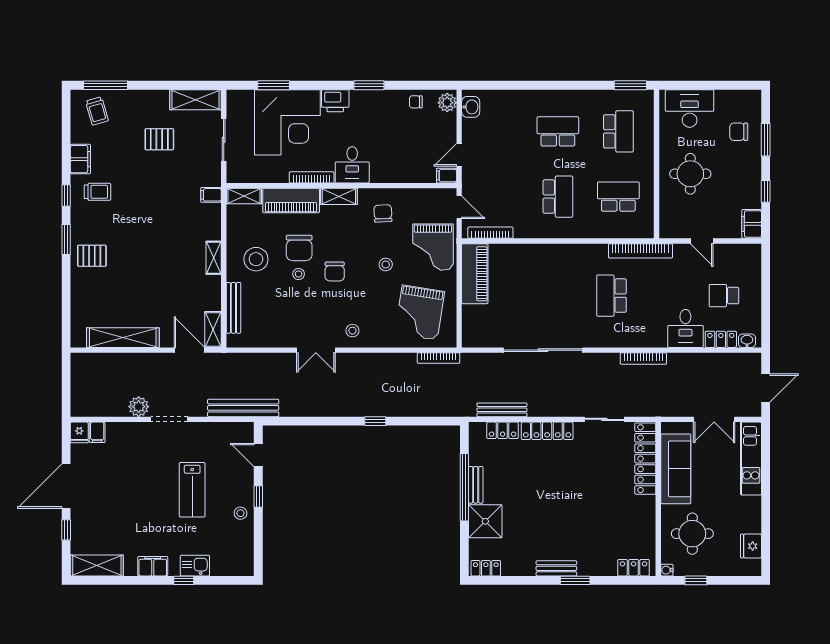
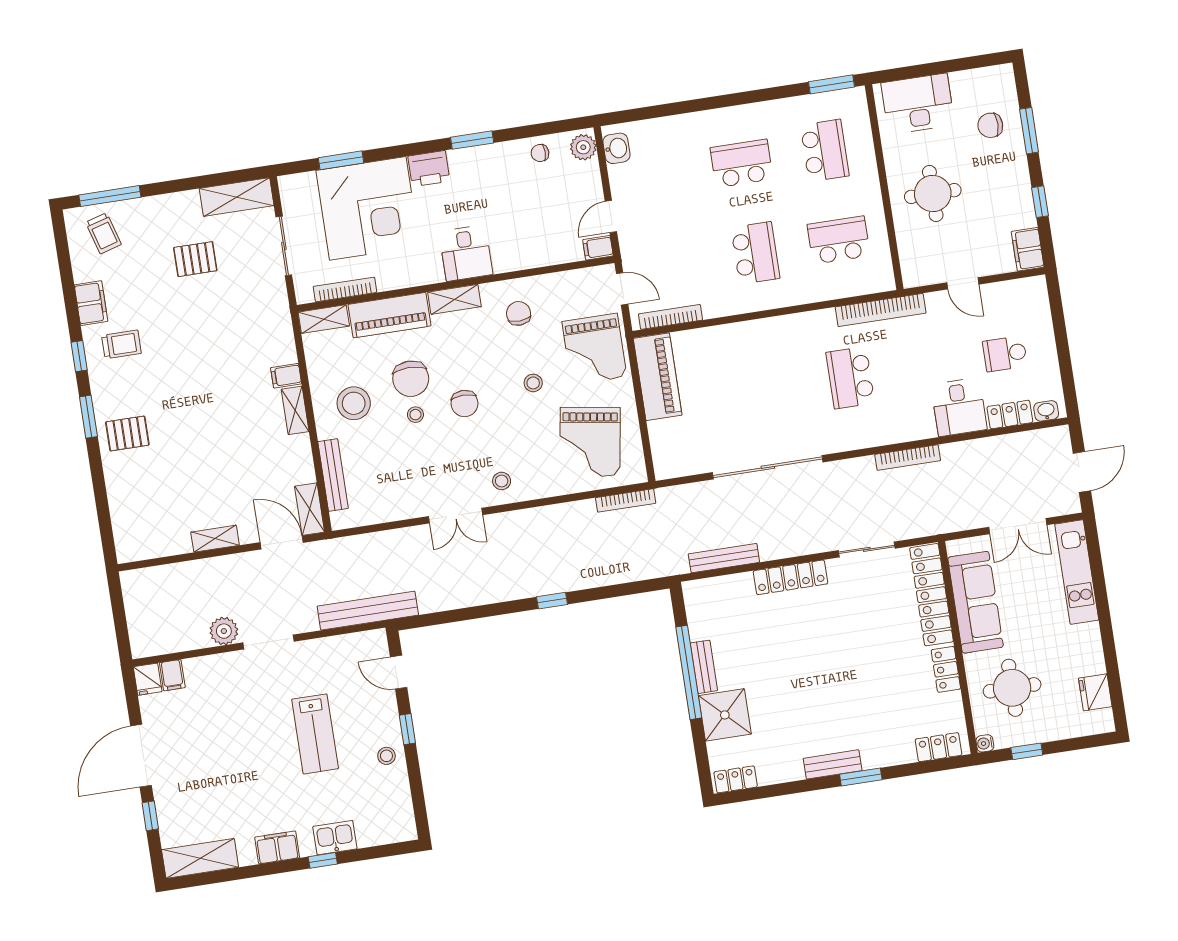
bookcase: (312, 177) -> (345, 289), moved
filing cabinet: (211, 195) -> (286, 376), moved
shelving: (123, 338) -> (215, 539), width x0.45, depth x0.75
locker: (503, 430) -> (946, 669), moved, turned 90

